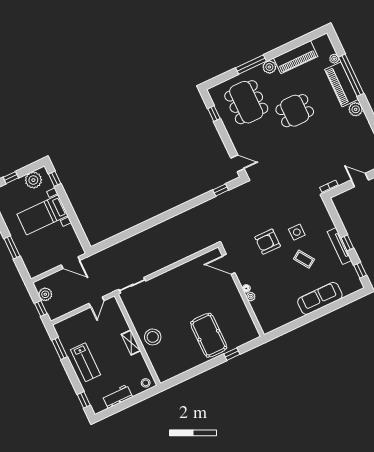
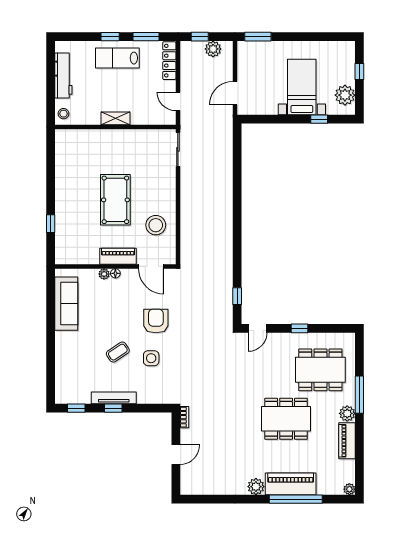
piano: (296, 57) -> (347, 441), width x0.73, depth x0.75
plant: (334, 59) -> (349, 489), moved
dining table: (295, 111) -> (286, 419), width x1.38
window: (214, 114) -> (299, 328), moved
window: (55, 179) -> (319, 119), moved
window: (12, 247) -> (258, 37), moved
door: (229, 264) -> (151, 266), swing flipped
piano: (233, 292) -> (118, 256), added
sofa: (320, 298) -> (66, 304), moved
locker: (69, 323) -> (169, 61), added
pool table: (209, 335) -> (115, 200), moved, turned 90
stool: (153, 337) -> (156, 225), moved
workbench: (117, 396) -> (63, 75), width x1.38
window: (84, 400) -> (110, 37), moved

